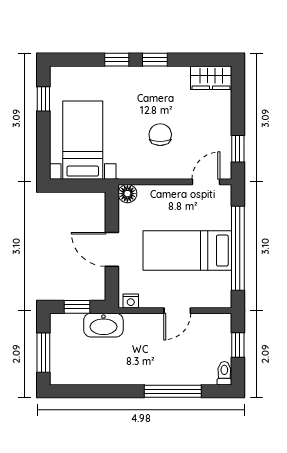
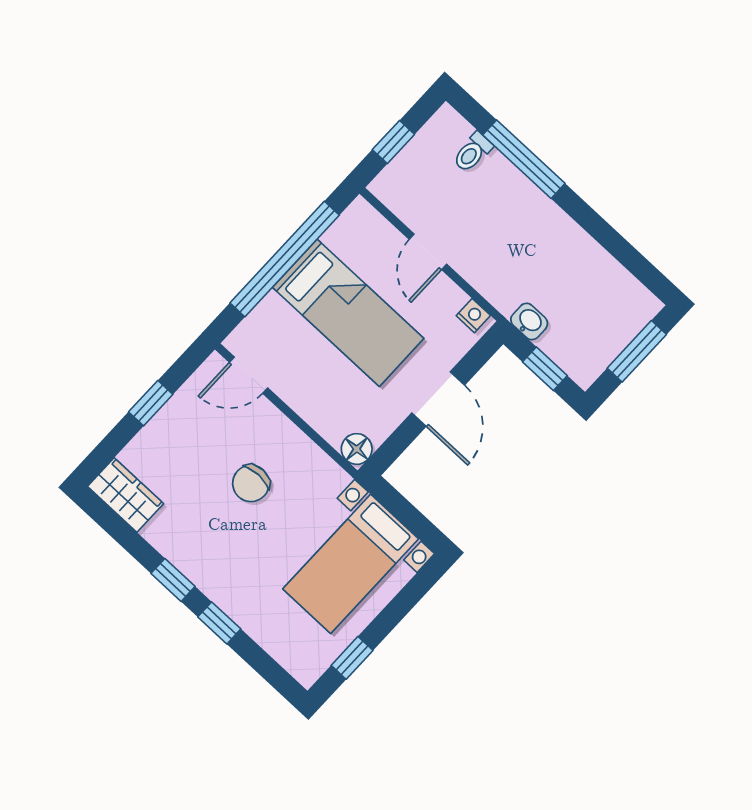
window: (238, 149) -> (151, 403), moved
door: (177, 311) -> (428, 252), swing flipped
washbasin: (103, 325) -> (529, 322), width x0.52, depth x0.69
toilet: (224, 373) -> (473, 152), moved

